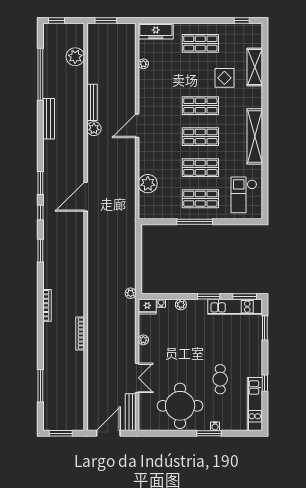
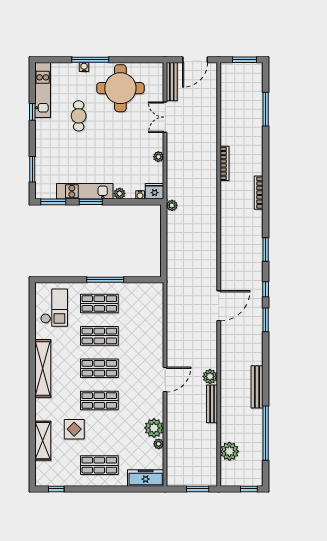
plant: (148, 184) -> (154, 428), moved
kitchen unit: (235, 307) -> (85, 191), moved
window: (209, 433) -> (90, 60), width x1.44

